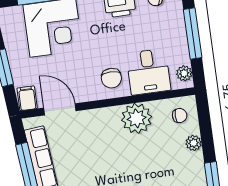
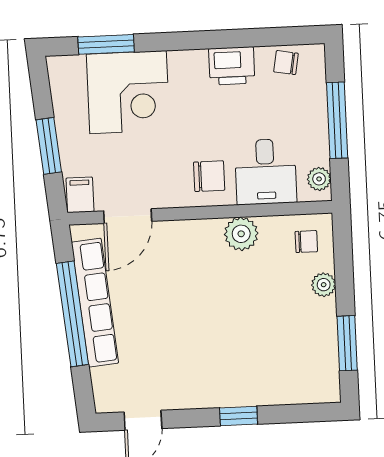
chair: (111, 78) -> (209, 176), turned -90
door: (60, 109) -> (128, 216), swing flipped
plant: (137, 118) -> (241, 234), width x0.73, depth x0.73

